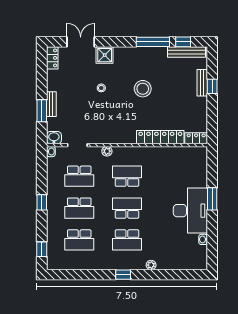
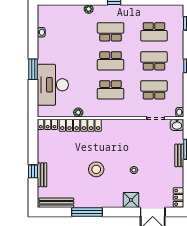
window: (183, 42) -> (59, 212), removed
plant: (107, 151) -> (78, 112), moved
desk: (190, 211) -> (53, 85), moved
school desk: (79, 240) -> (154, 32), turned 180

